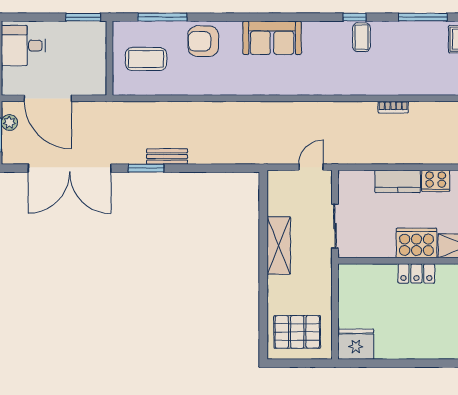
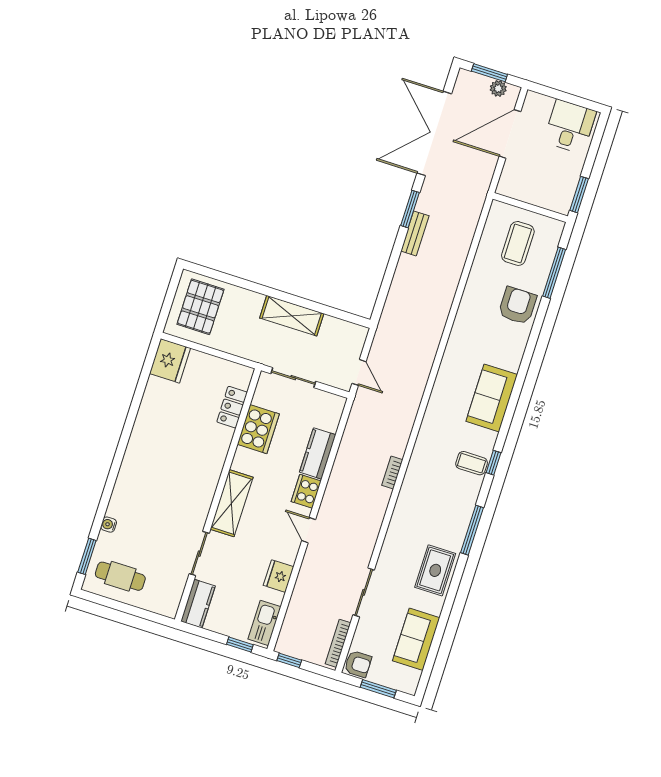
sofa: (272, 38) -> (492, 398), moved
cooker: (416, 243) -> (258, 429), moved
locker: (416, 273) -> (232, 407), moved

